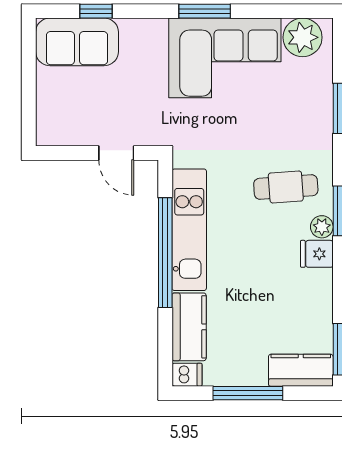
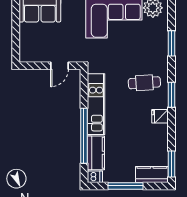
door: (116, 153) -> (60, 66), hinge flipped
plant: (322, 227) -> (162, 103), removed
window: (165, 253) -> (84, 136), moved

